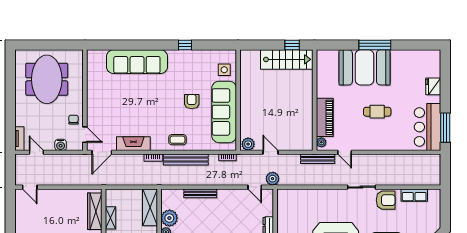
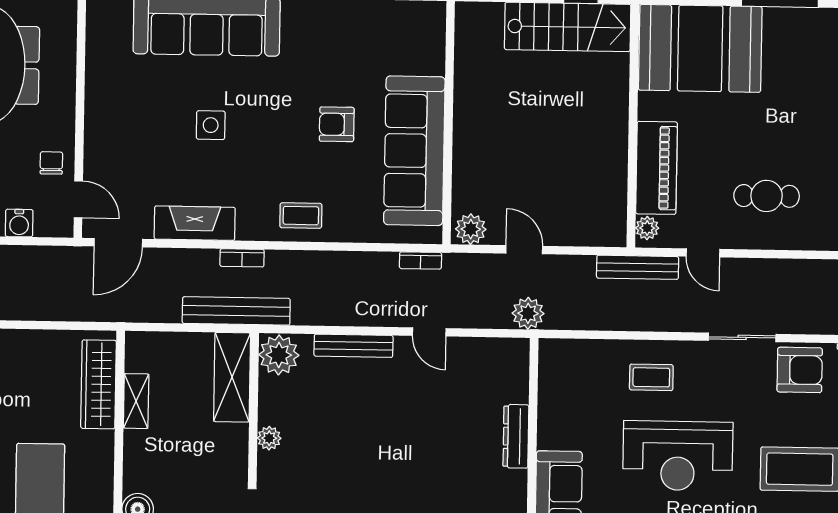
booth: (364, 67) -> (700, 48), moved
side table: (224, 70) -> (211, 125), moved
armchair: (192, 102) -> (337, 124), turned -90
cafe table: (377, 112) -> (767, 196), moved
bench: (186, 160) -> (236, 311), moved
door: (255, 187) -> (429, 332), moved
coffee table: (324, 204) -> (651, 377), added
plant: (169, 218) -> (279, 355), moved

